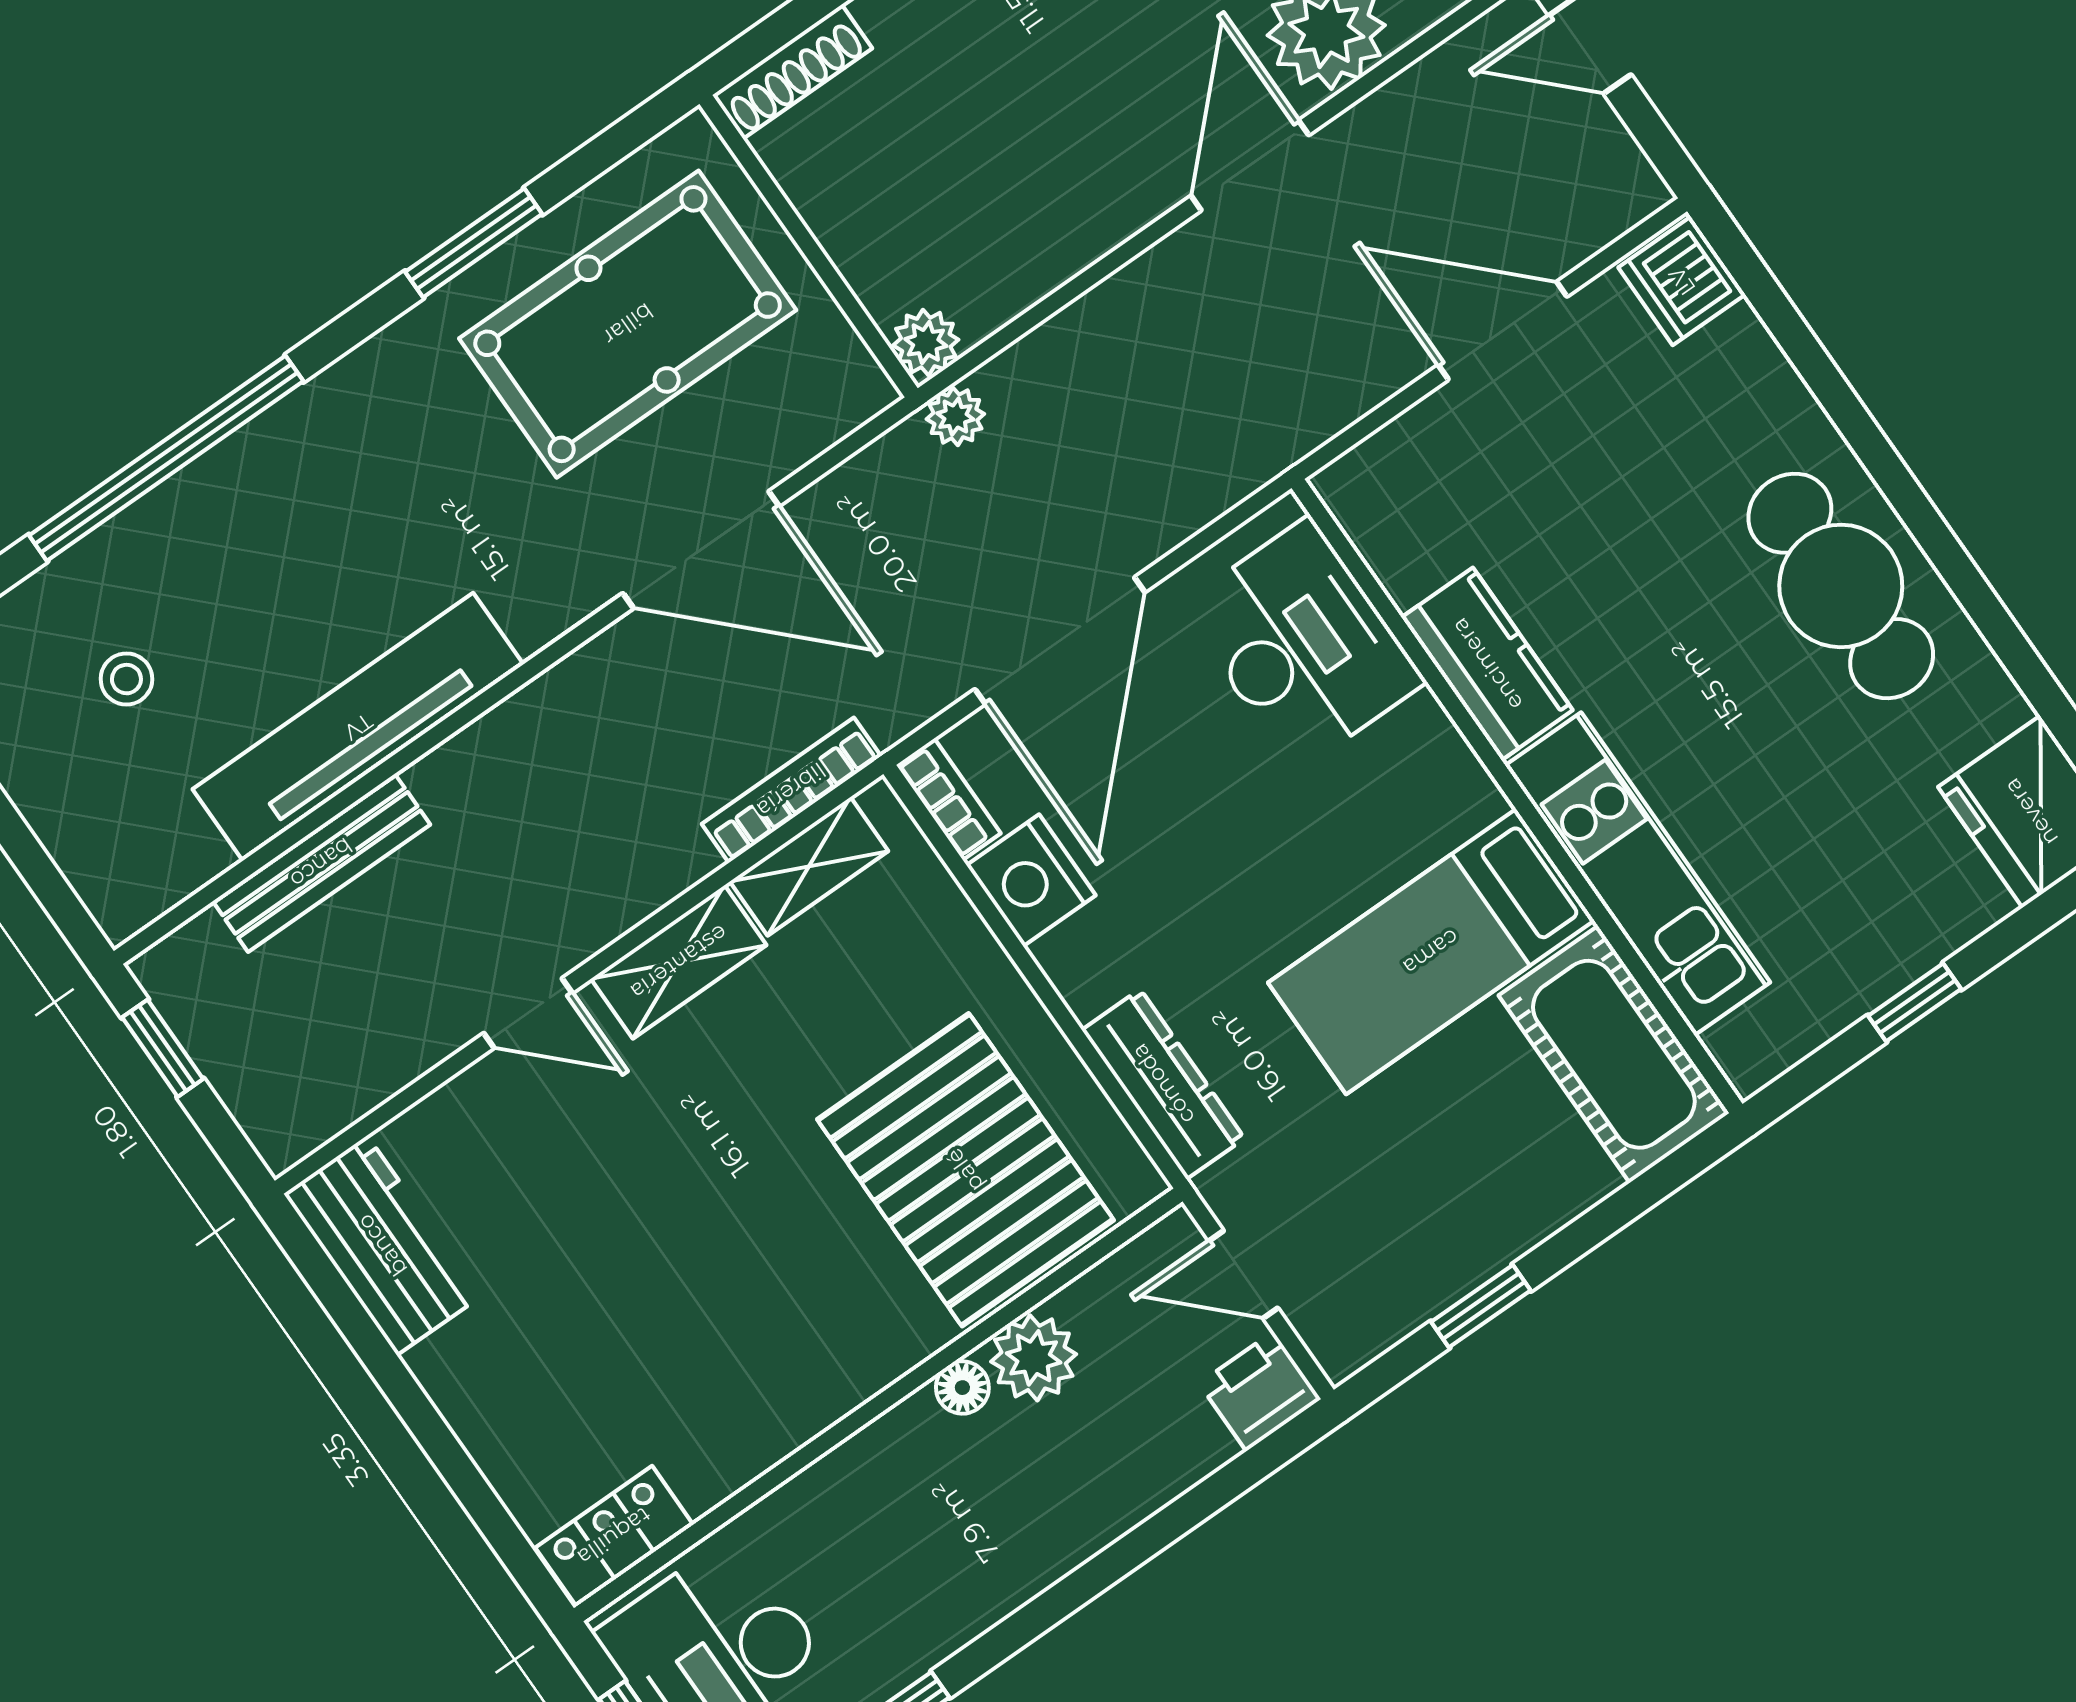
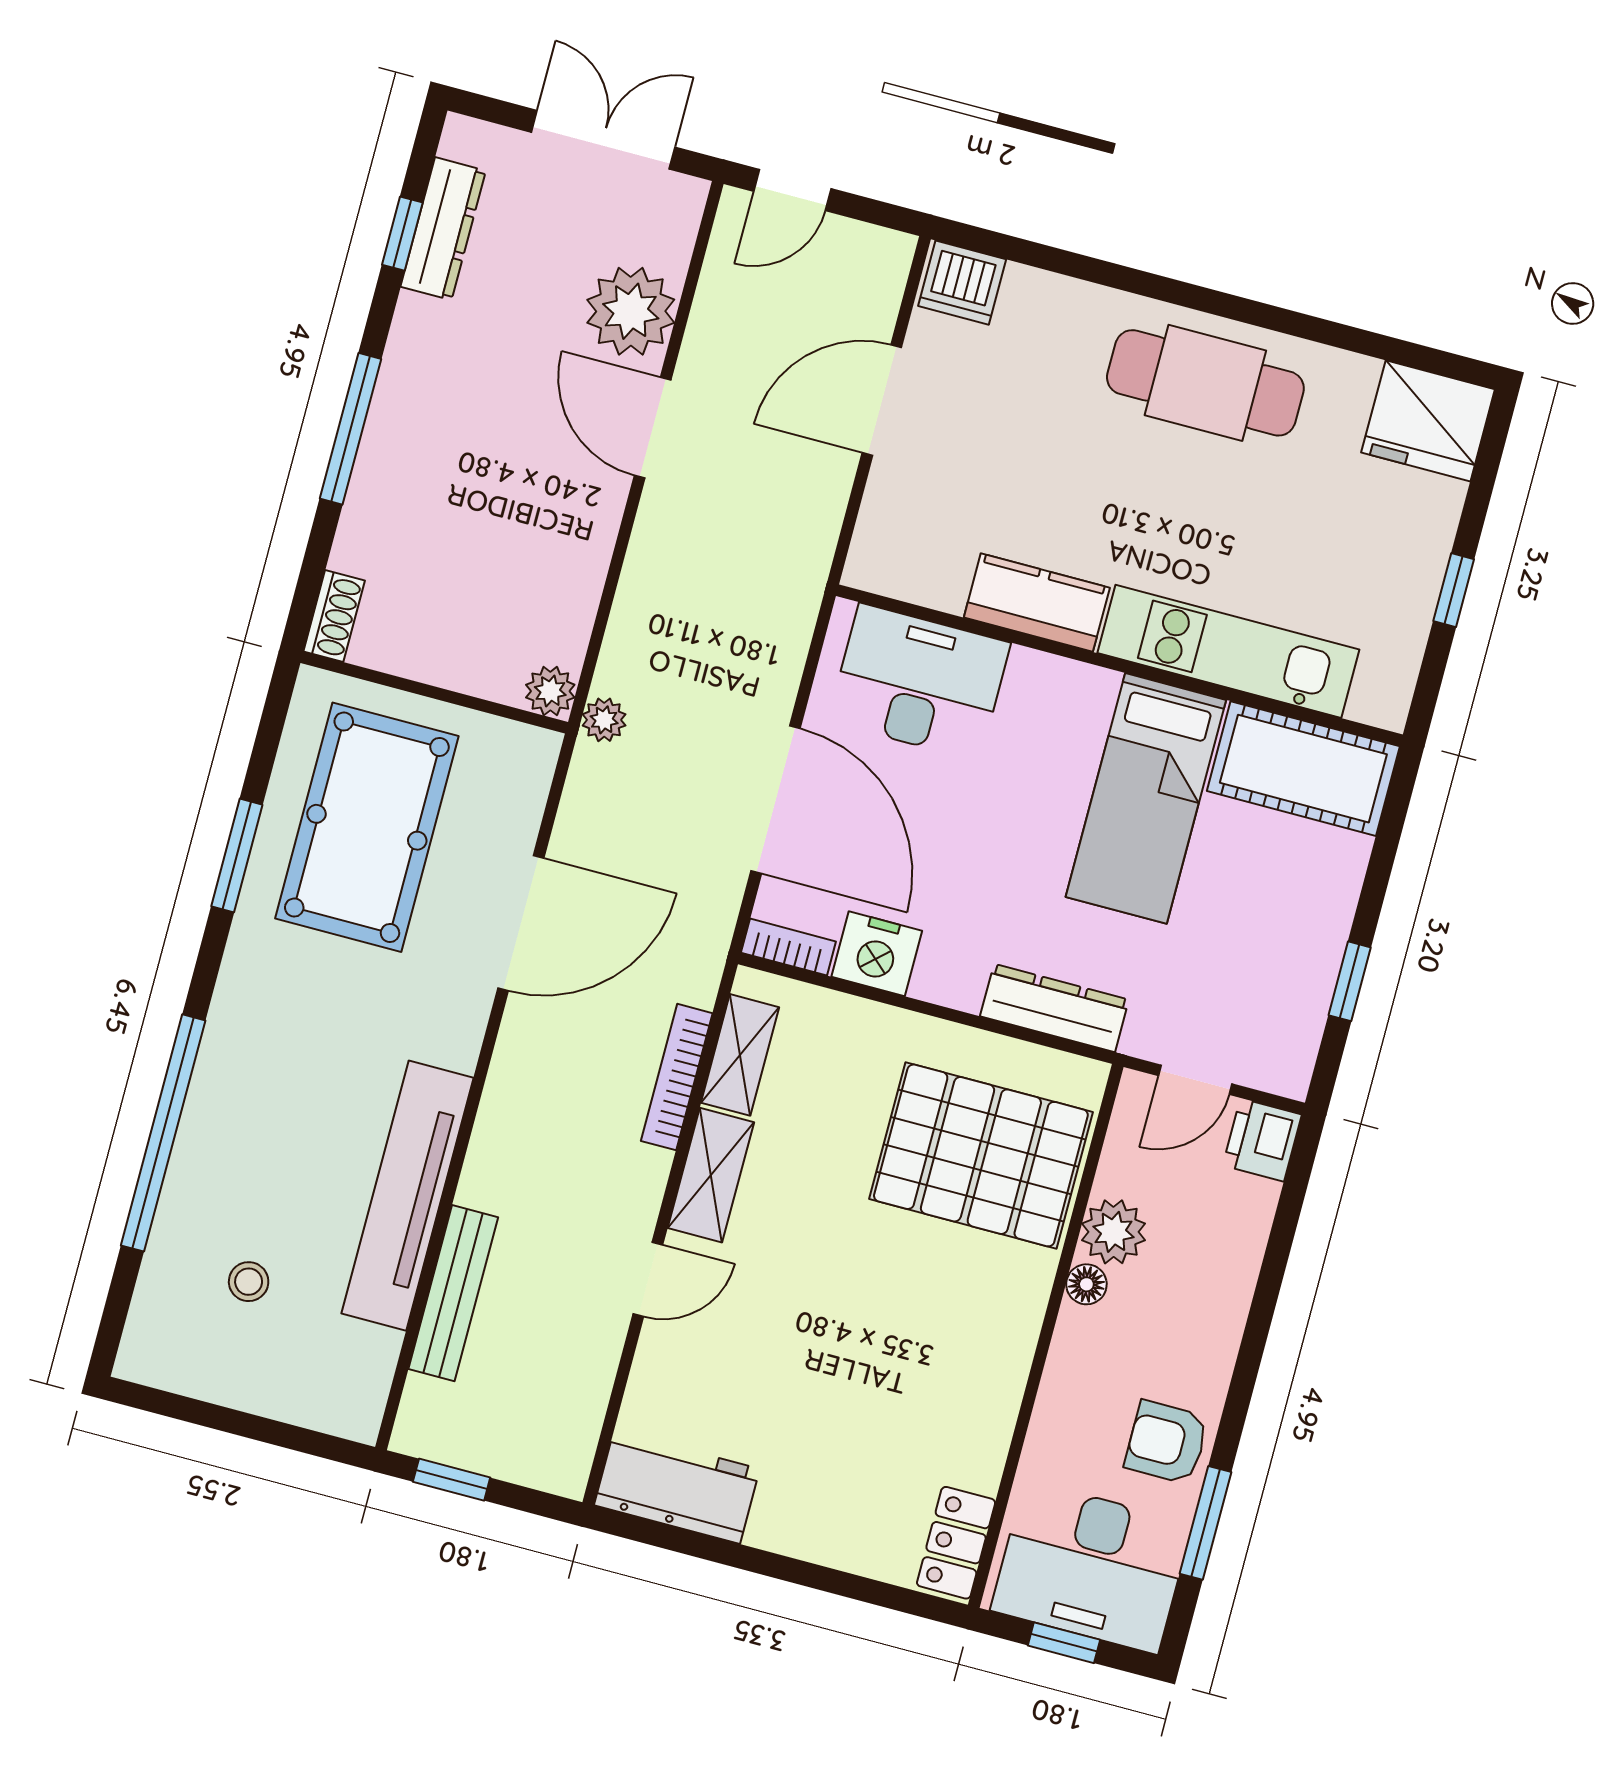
shoe rack: (792, 72) -> (334, 616), width x0.70
bookcase: (791, 790) -> (677, 1077), moved
armchair: (910, 1613) -> (1167, 1442), added

